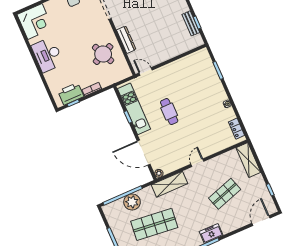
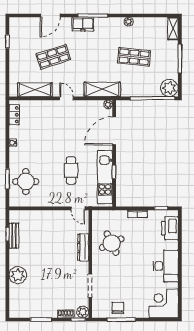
round table: (201, 75) -> (26, 182), added
printer: (71, 94) -> (170, 228), moved, turned 90
cafe table: (169, 112) -> (71, 170), moved
door: (144, 153) -> (114, 131), swing flipped
shelving: (248, 160) -> (35, 90), moved, turned 90
door: (197, 163) -> (66, 98), swing flipped
plant: (132, 202) -> (169, 88), moved
door: (261, 221) -> (50, 15), moved
shop shelf: (154, 224) -> (134, 57), width x0.70, depth x0.74

